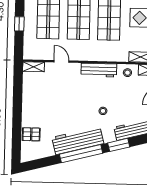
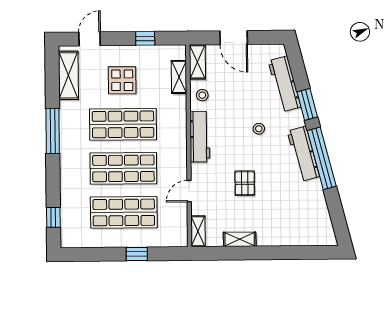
shelving: (27, 95) -> (240, 239), added
pallet: (31, 134) -> (245, 183), moved
workbench: (78, 141) -> (303, 154), width x0.73, depth x0.76

